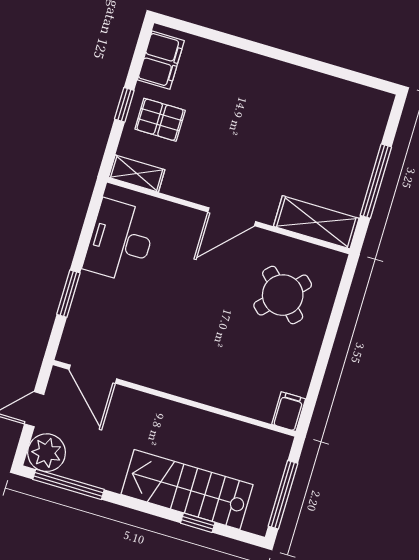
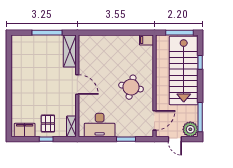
round table: (283, 295) -> (131, 87), moved, turned -32
stairs: (187, 489) -> (184, 70), width x1.36, depth x1.51

